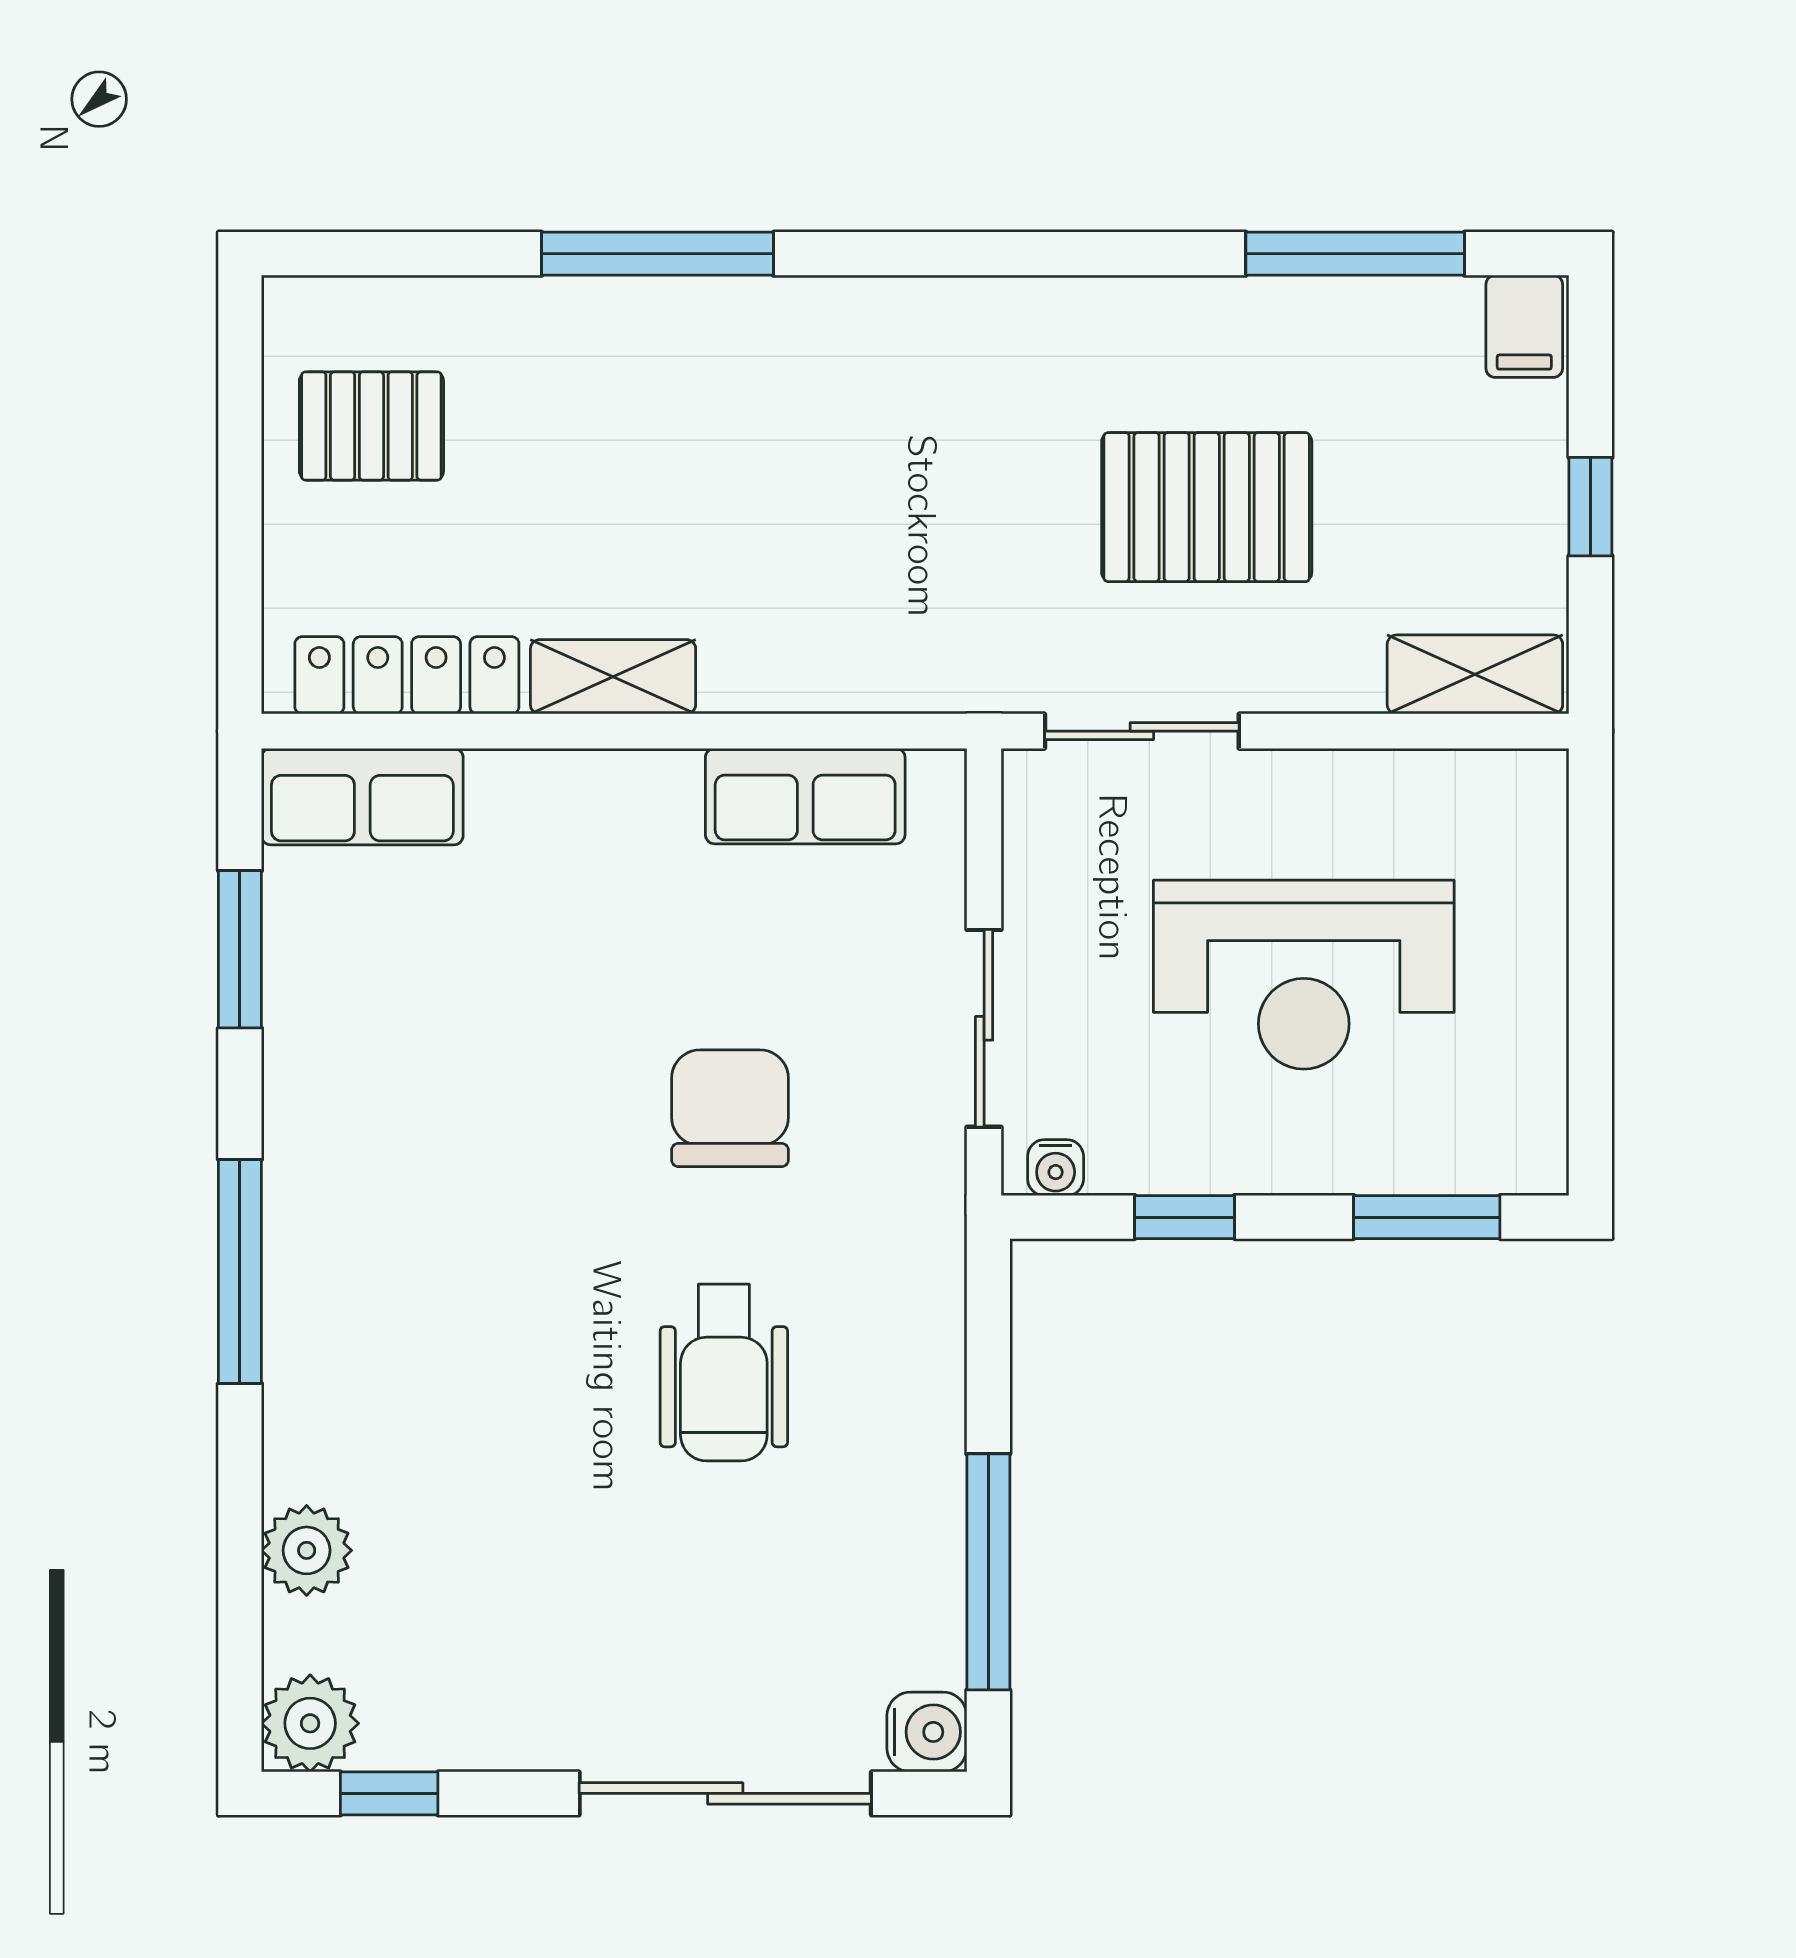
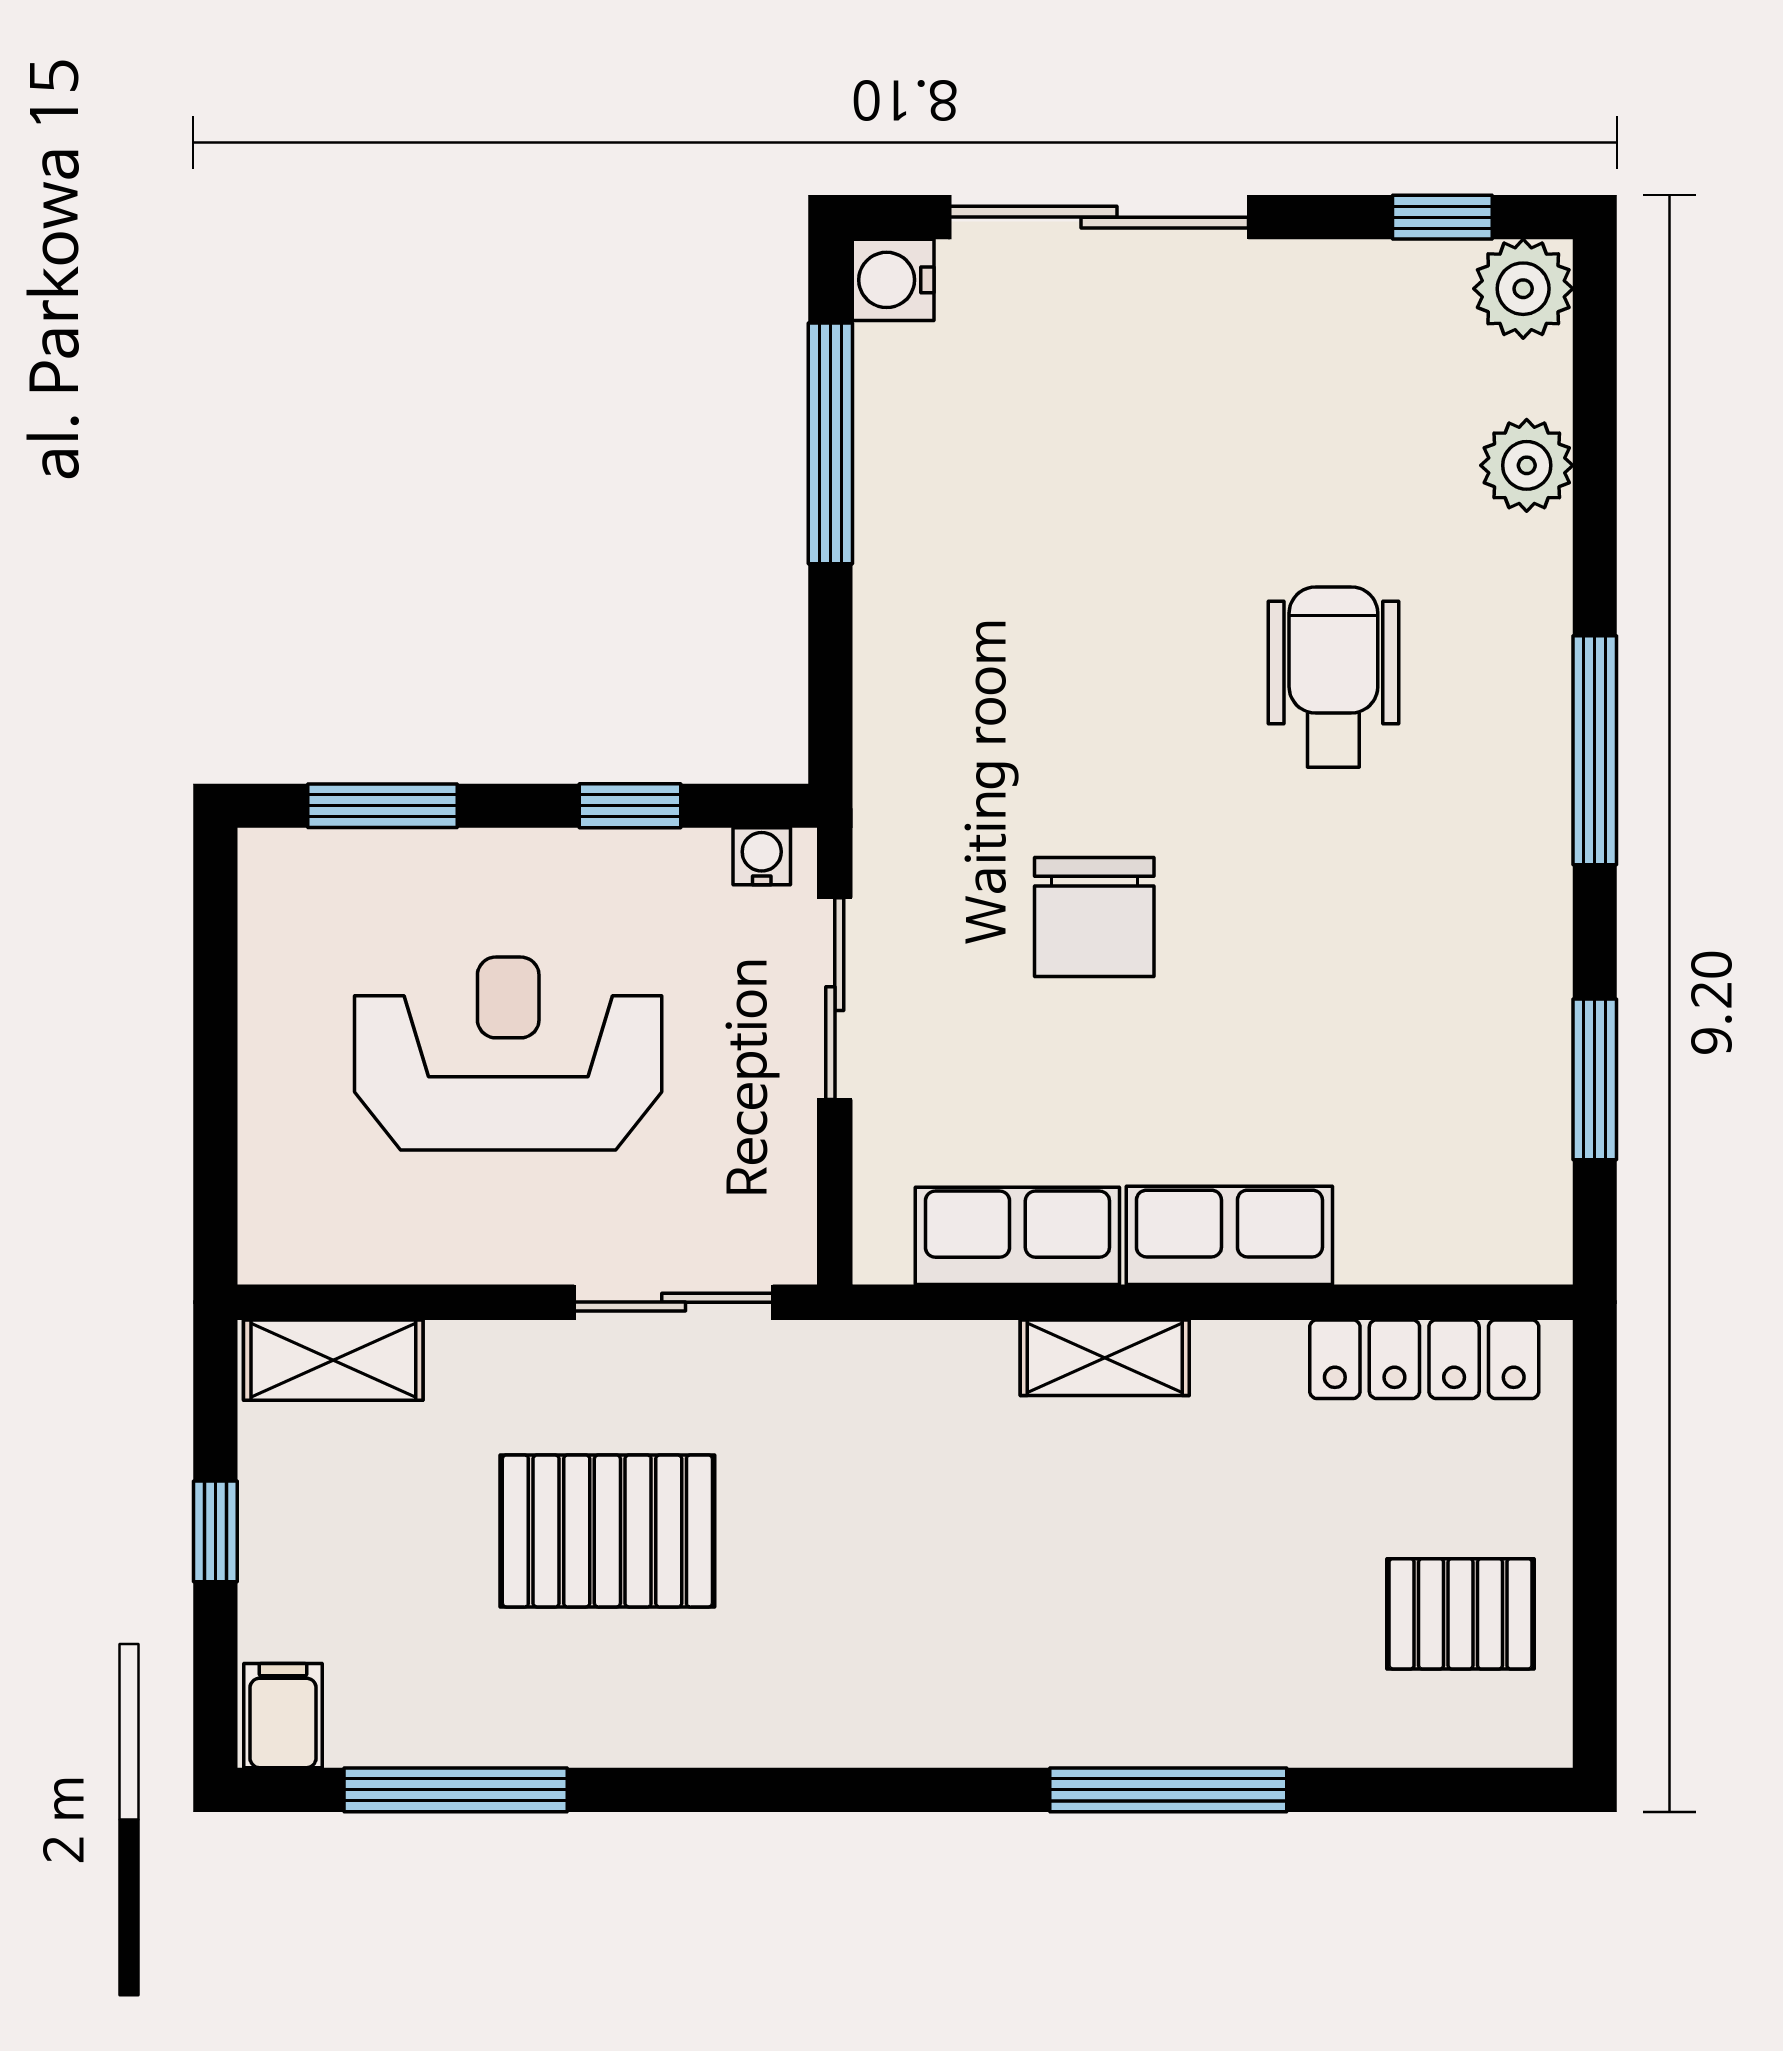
shelving: (613, 677) -> (1105, 1358), moved
row of seats: (362, 797) -> (1229, 1235), moved
wheelchair: (724, 1373) -> (1333, 677), moved

